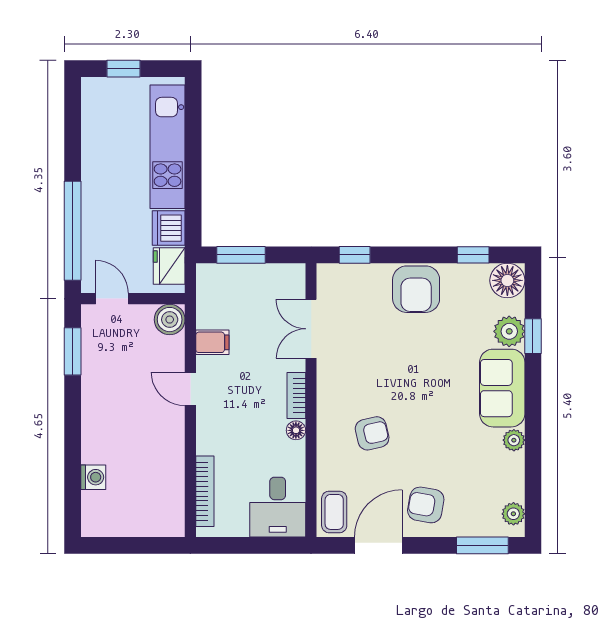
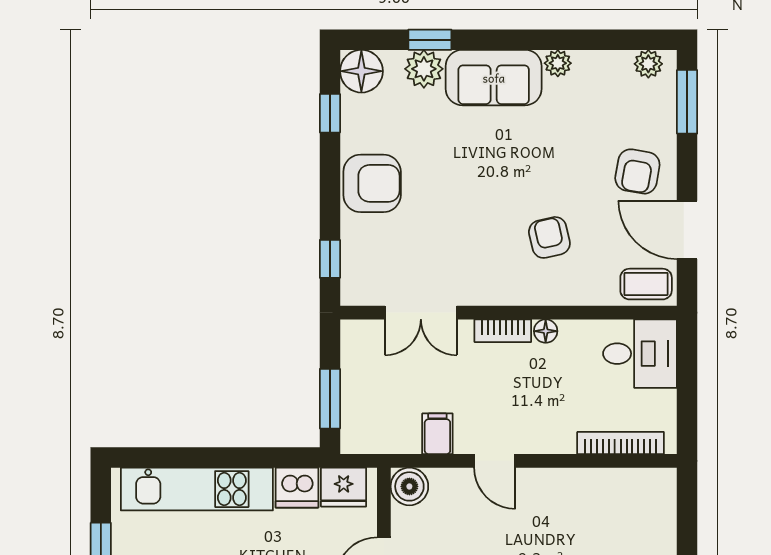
door: (190, 389) -> (495, 461), hinge flipped

